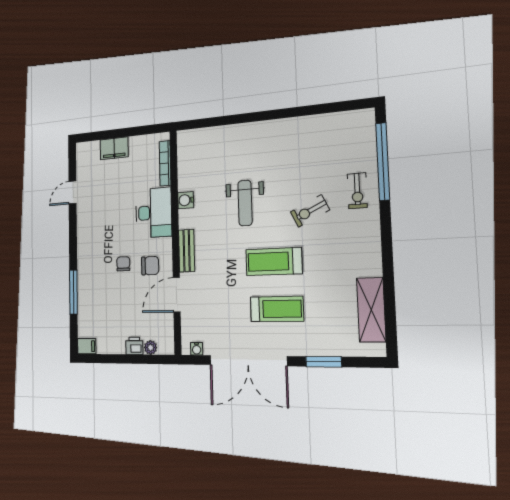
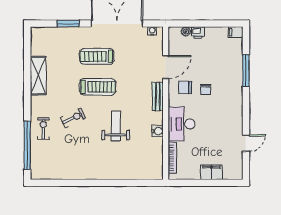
shelving: (371, 310) -> (38, 76), moved

